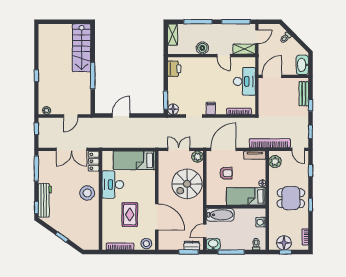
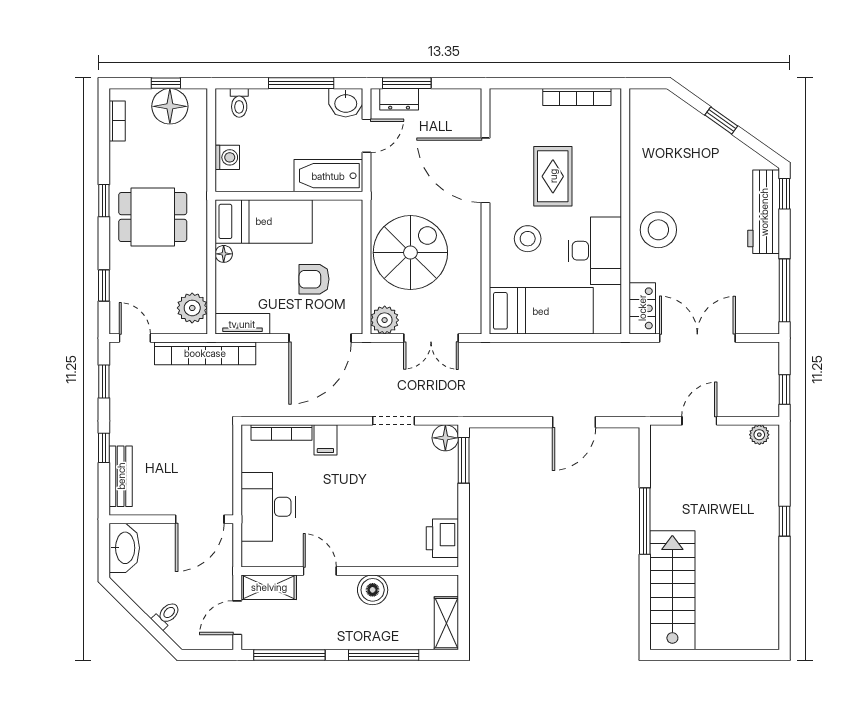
filing cabinet: (211, 108) -> (325, 440), moved
stool: (146, 244) -> (528, 239), moved

